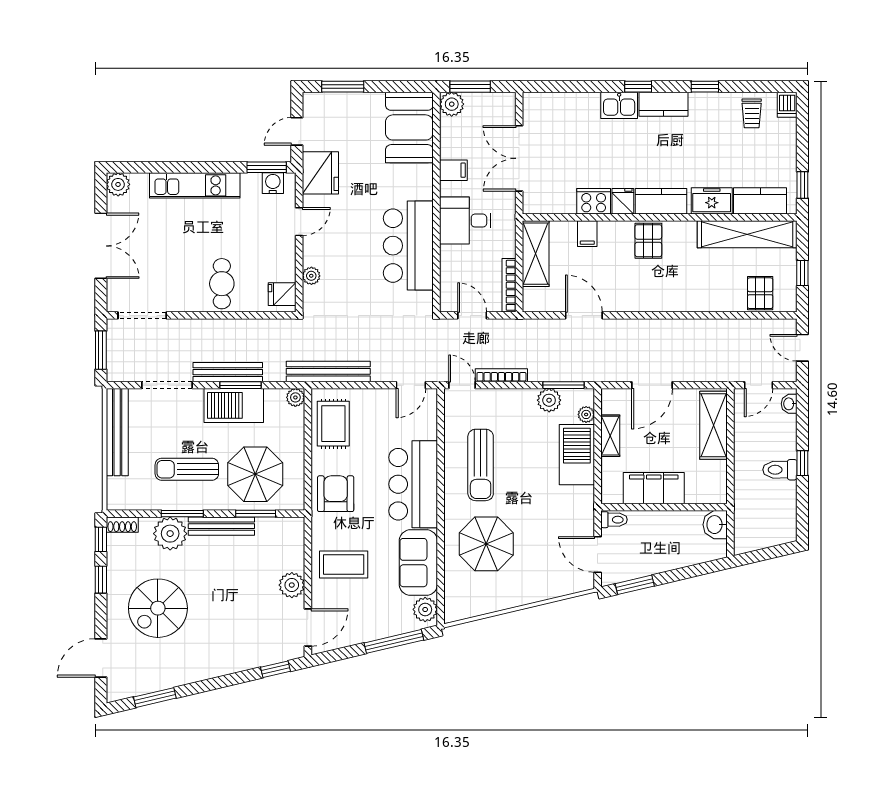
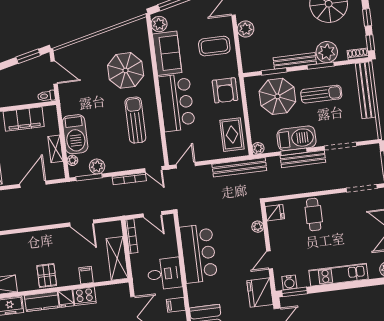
bench: (117, 432) -> (366, 90), moved

